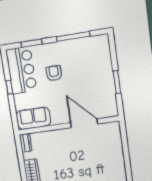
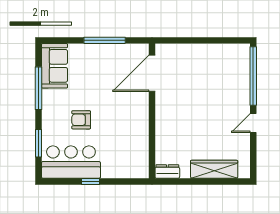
window: (117, 82) -> (105, 40), width x1.44
sofa: (33, 118) -> (55, 66), moved, turned 180
door: (84, 123) -> (152, 73), moved

